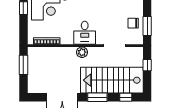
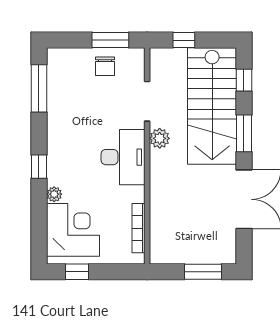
desk: (85, 33) -> (123, 157), width x1.37
plant: (82, 52) -> (160, 138), moved
window: (23, 65) -> (203, 272), moved

